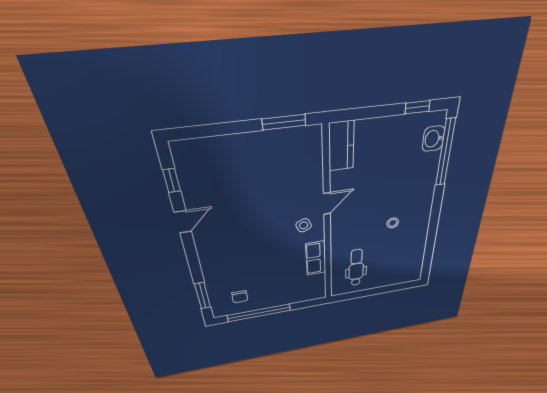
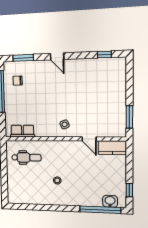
door: (327, 203) -> (89, 139), moved
door: (183, 222) -> (57, 56), moved
row of seats: (316, 258) -> (22, 131), moved

